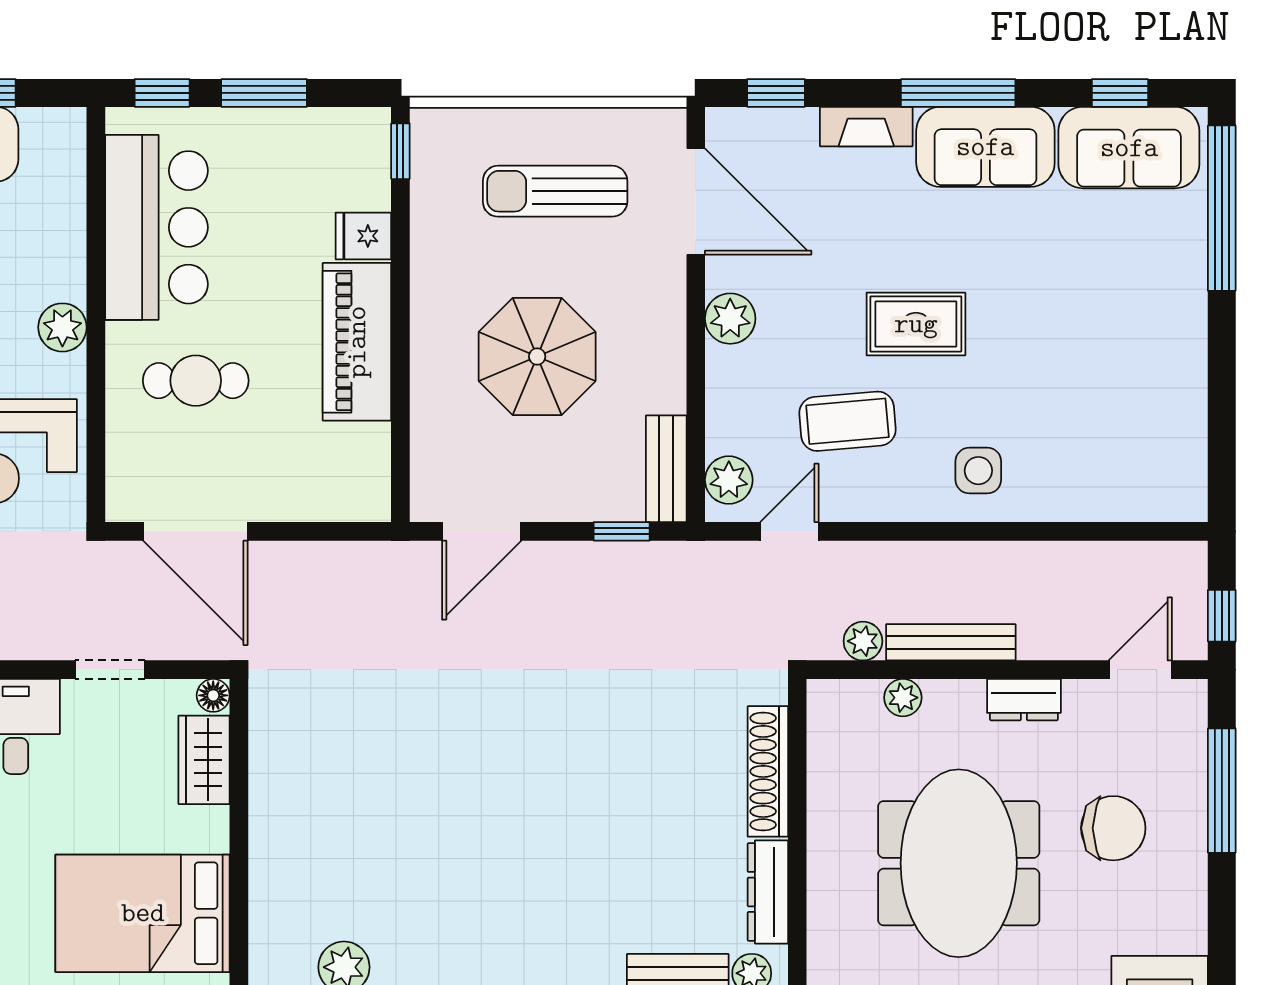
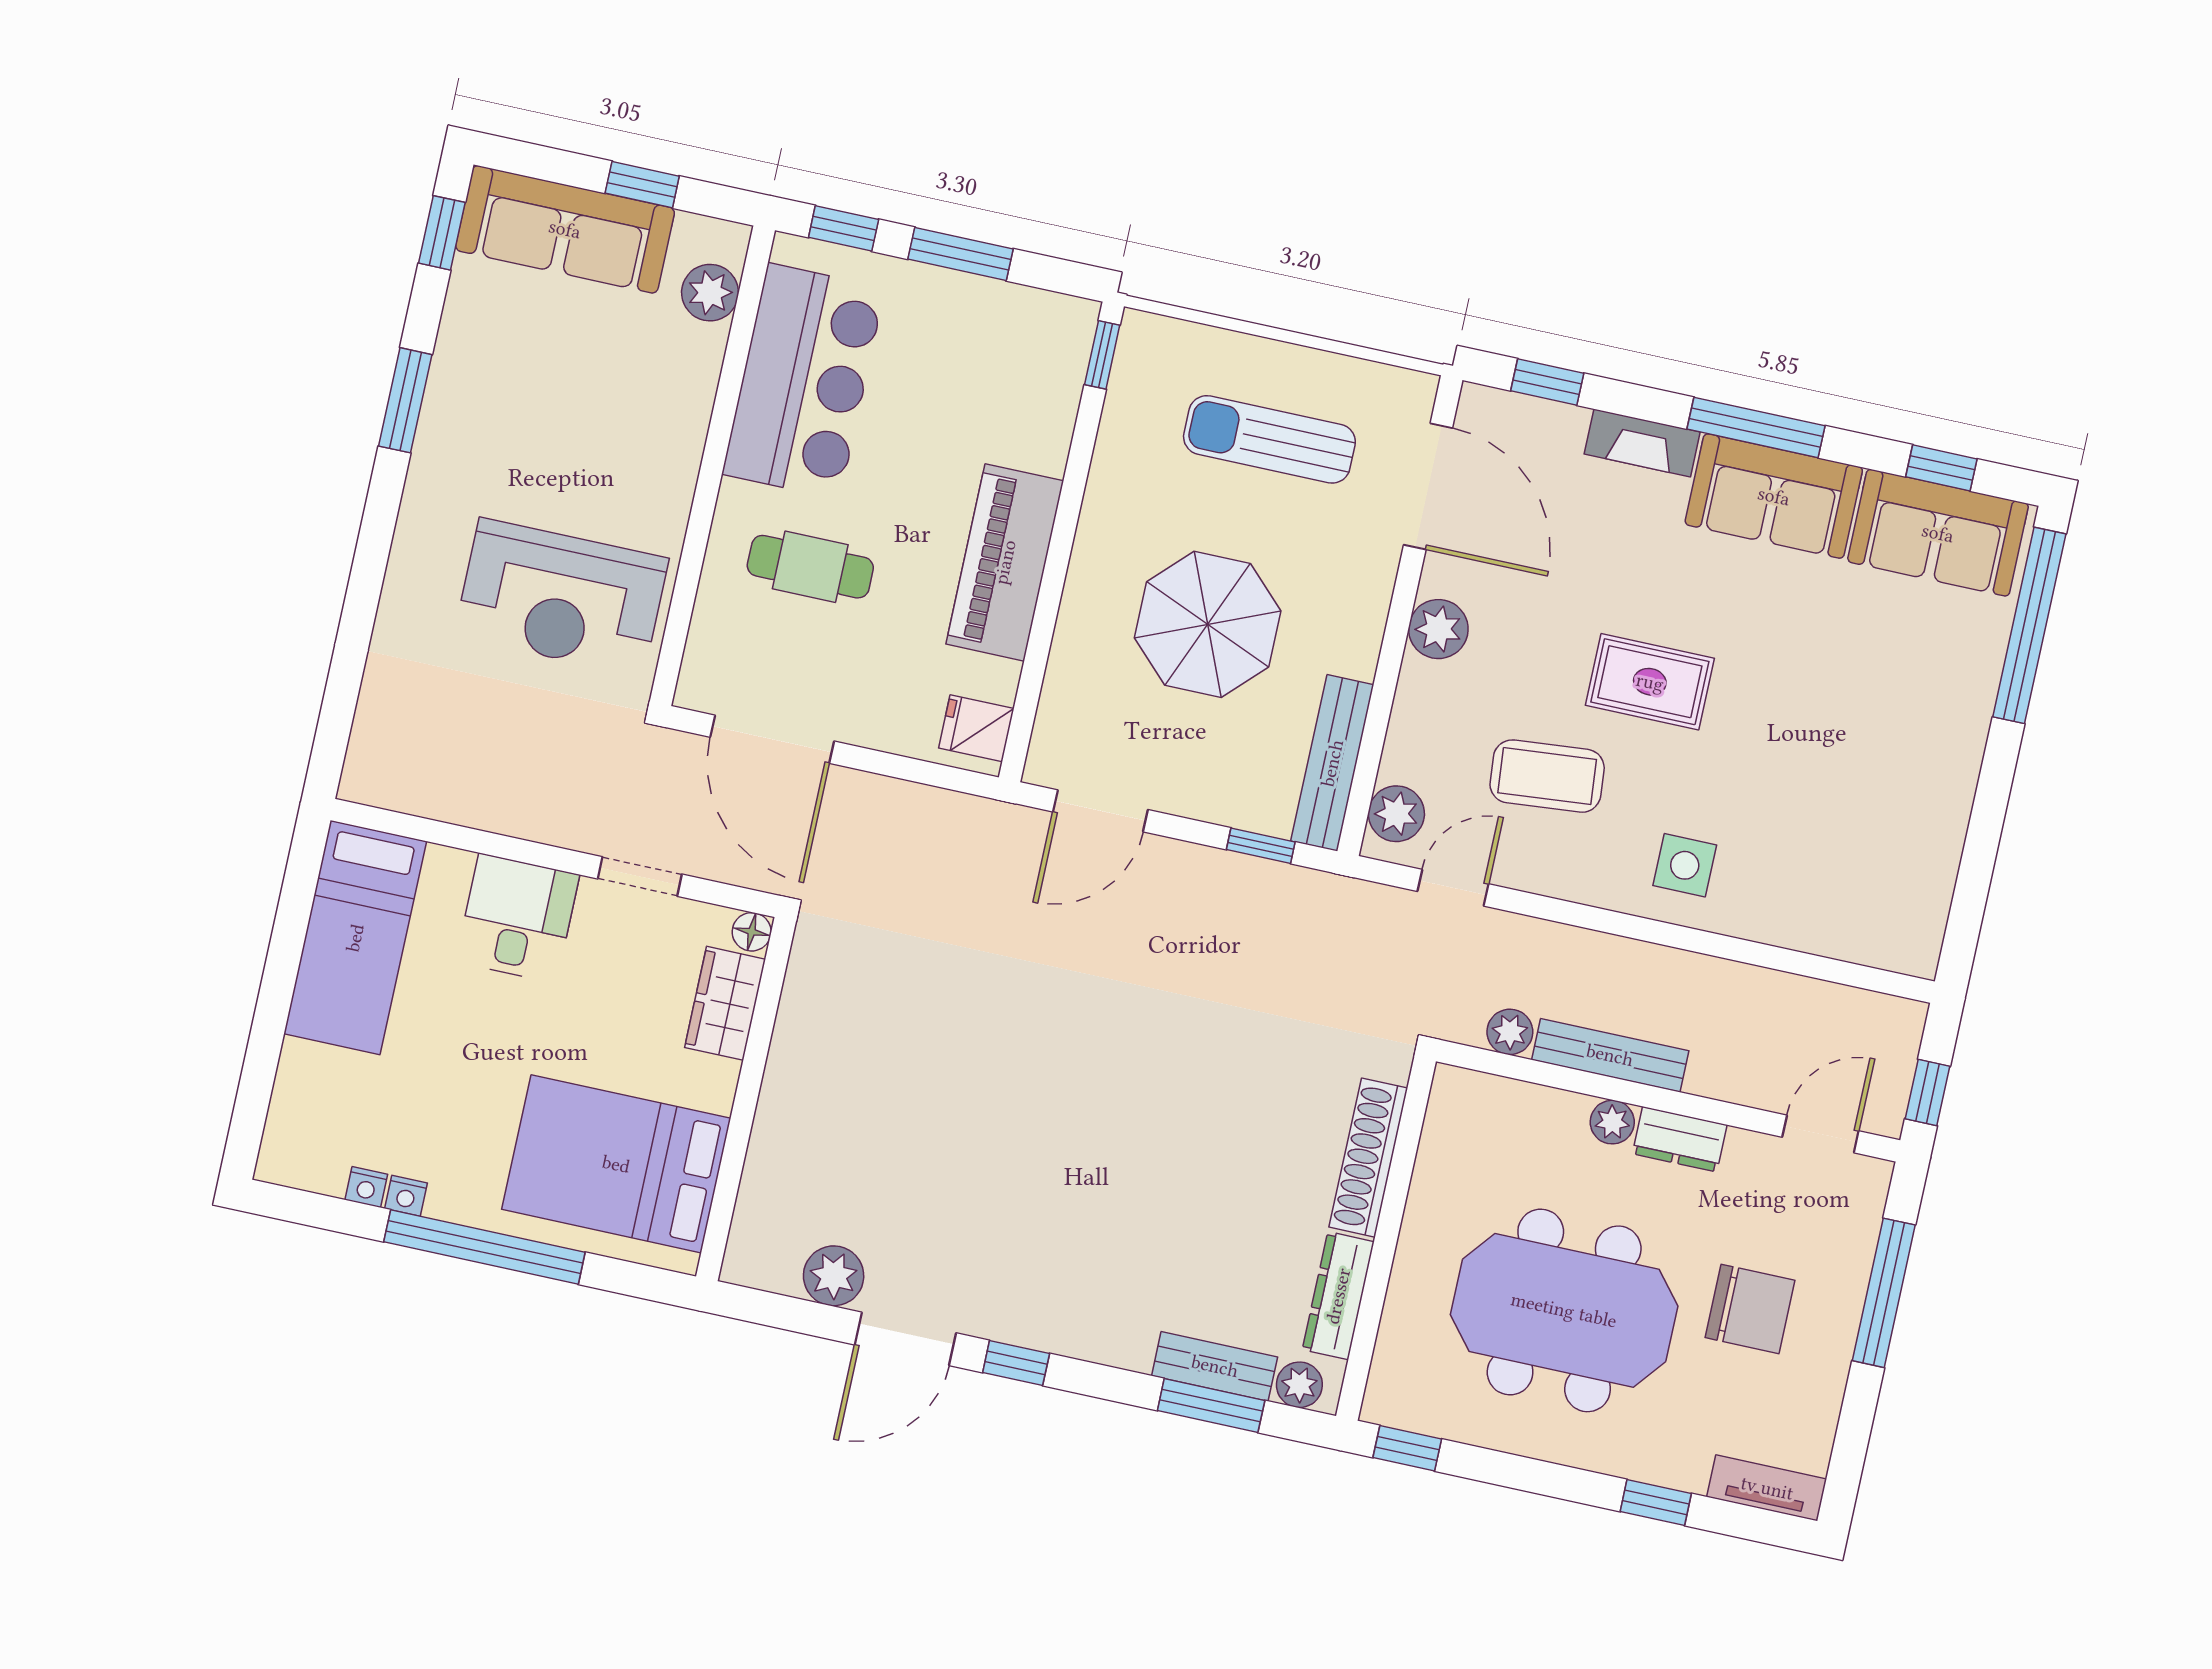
fridge: (363, 236) -> (976, 728), moved
plant: (62, 327) -> (710, 293), moved
bench: (666, 469) -> (1332, 763), width x1.36
plant: (903, 698) -> (1612, 1122), moved
meeting table: (959, 863) -> (1564, 1310), turned 90

